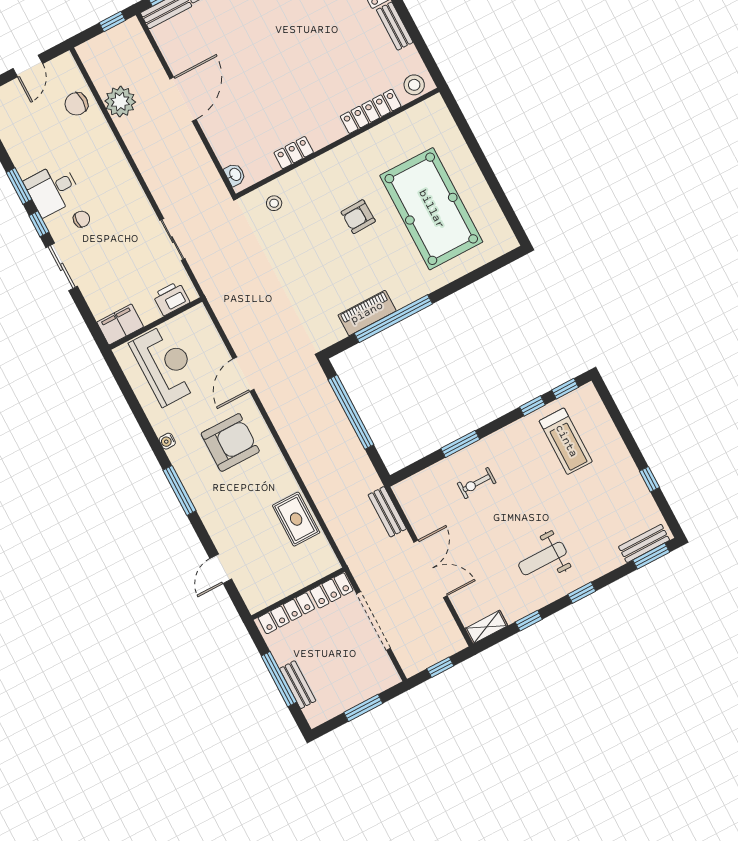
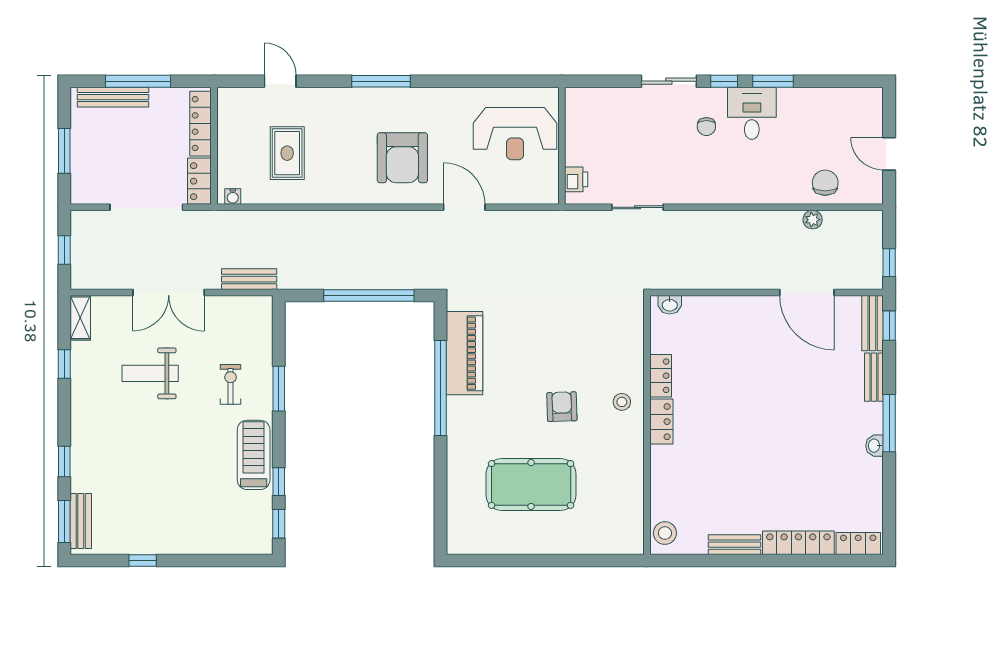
door: (183, 99) -> (807, 292), moved
plant: (120, 102) -> (813, 220), width x0.53, depth x0.53
locker: (371, 111) -> (661, 422), moved, width x0.66
stool: (274, 203) -> (622, 402), moved
pool table: (431, 209) -> (531, 484), width x0.73, depth x0.76
printer: (171, 298) -> (576, 179), width x0.73, depth x0.81
piano: (367, 313) -> (465, 353), width x1.37, depth x1.33
filing cabinet: (120, 324) -> (580, 110), removed
water cooler: (167, 441) -> (233, 197), moved, turned 180
treadmill: (566, 441) -> (254, 455), moved, turned 90
rug: (296, 519) -> (287, 153), moved, turned 90
weight bench: (542, 558) -> (150, 373), moved, turned -90
window: (582, 593) -> (64, 461), moved
bench: (298, 685) -> (113, 97), width x1.36

